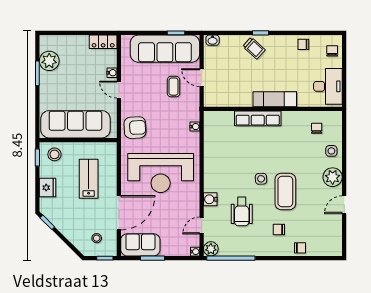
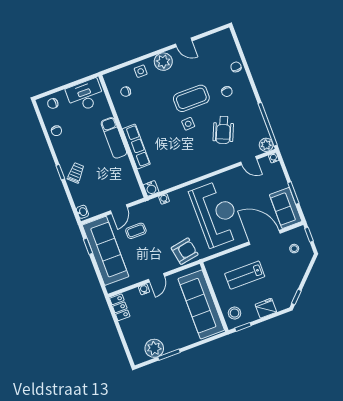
armchair: (135, 128) -> (185, 251), turned 83
water cooler: (210, 199) -> (151, 188), moved
wheelchair: (242, 212) -> (223, 130), turned 113

